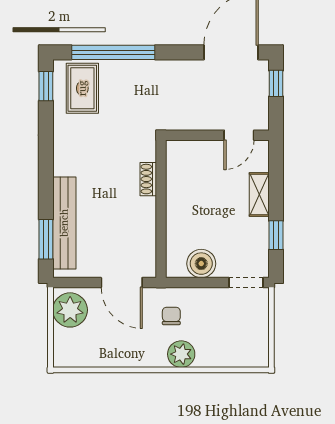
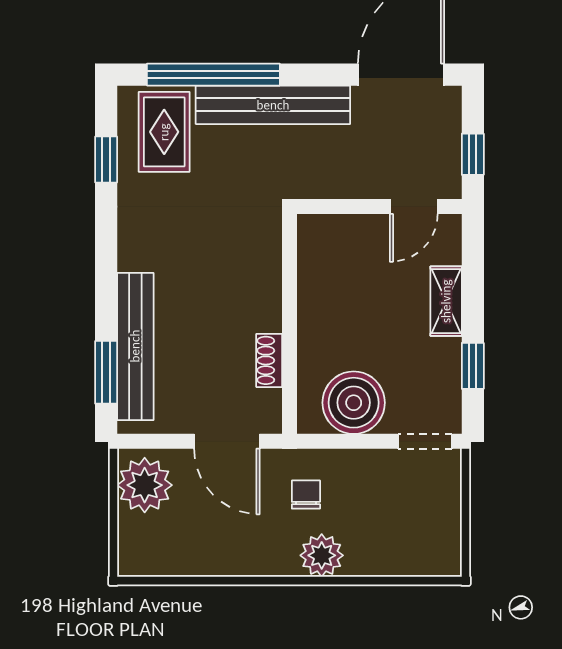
bench: (151, 71) -> (273, 105), added
window: (276, 83) -> (473, 154), moved
window: (46, 86) -> (106, 160), moved
shoe rack: (148, 179) -> (269, 360), moved
boiler: (201, 264) -> (354, 403), width x1.37, depth x1.37

